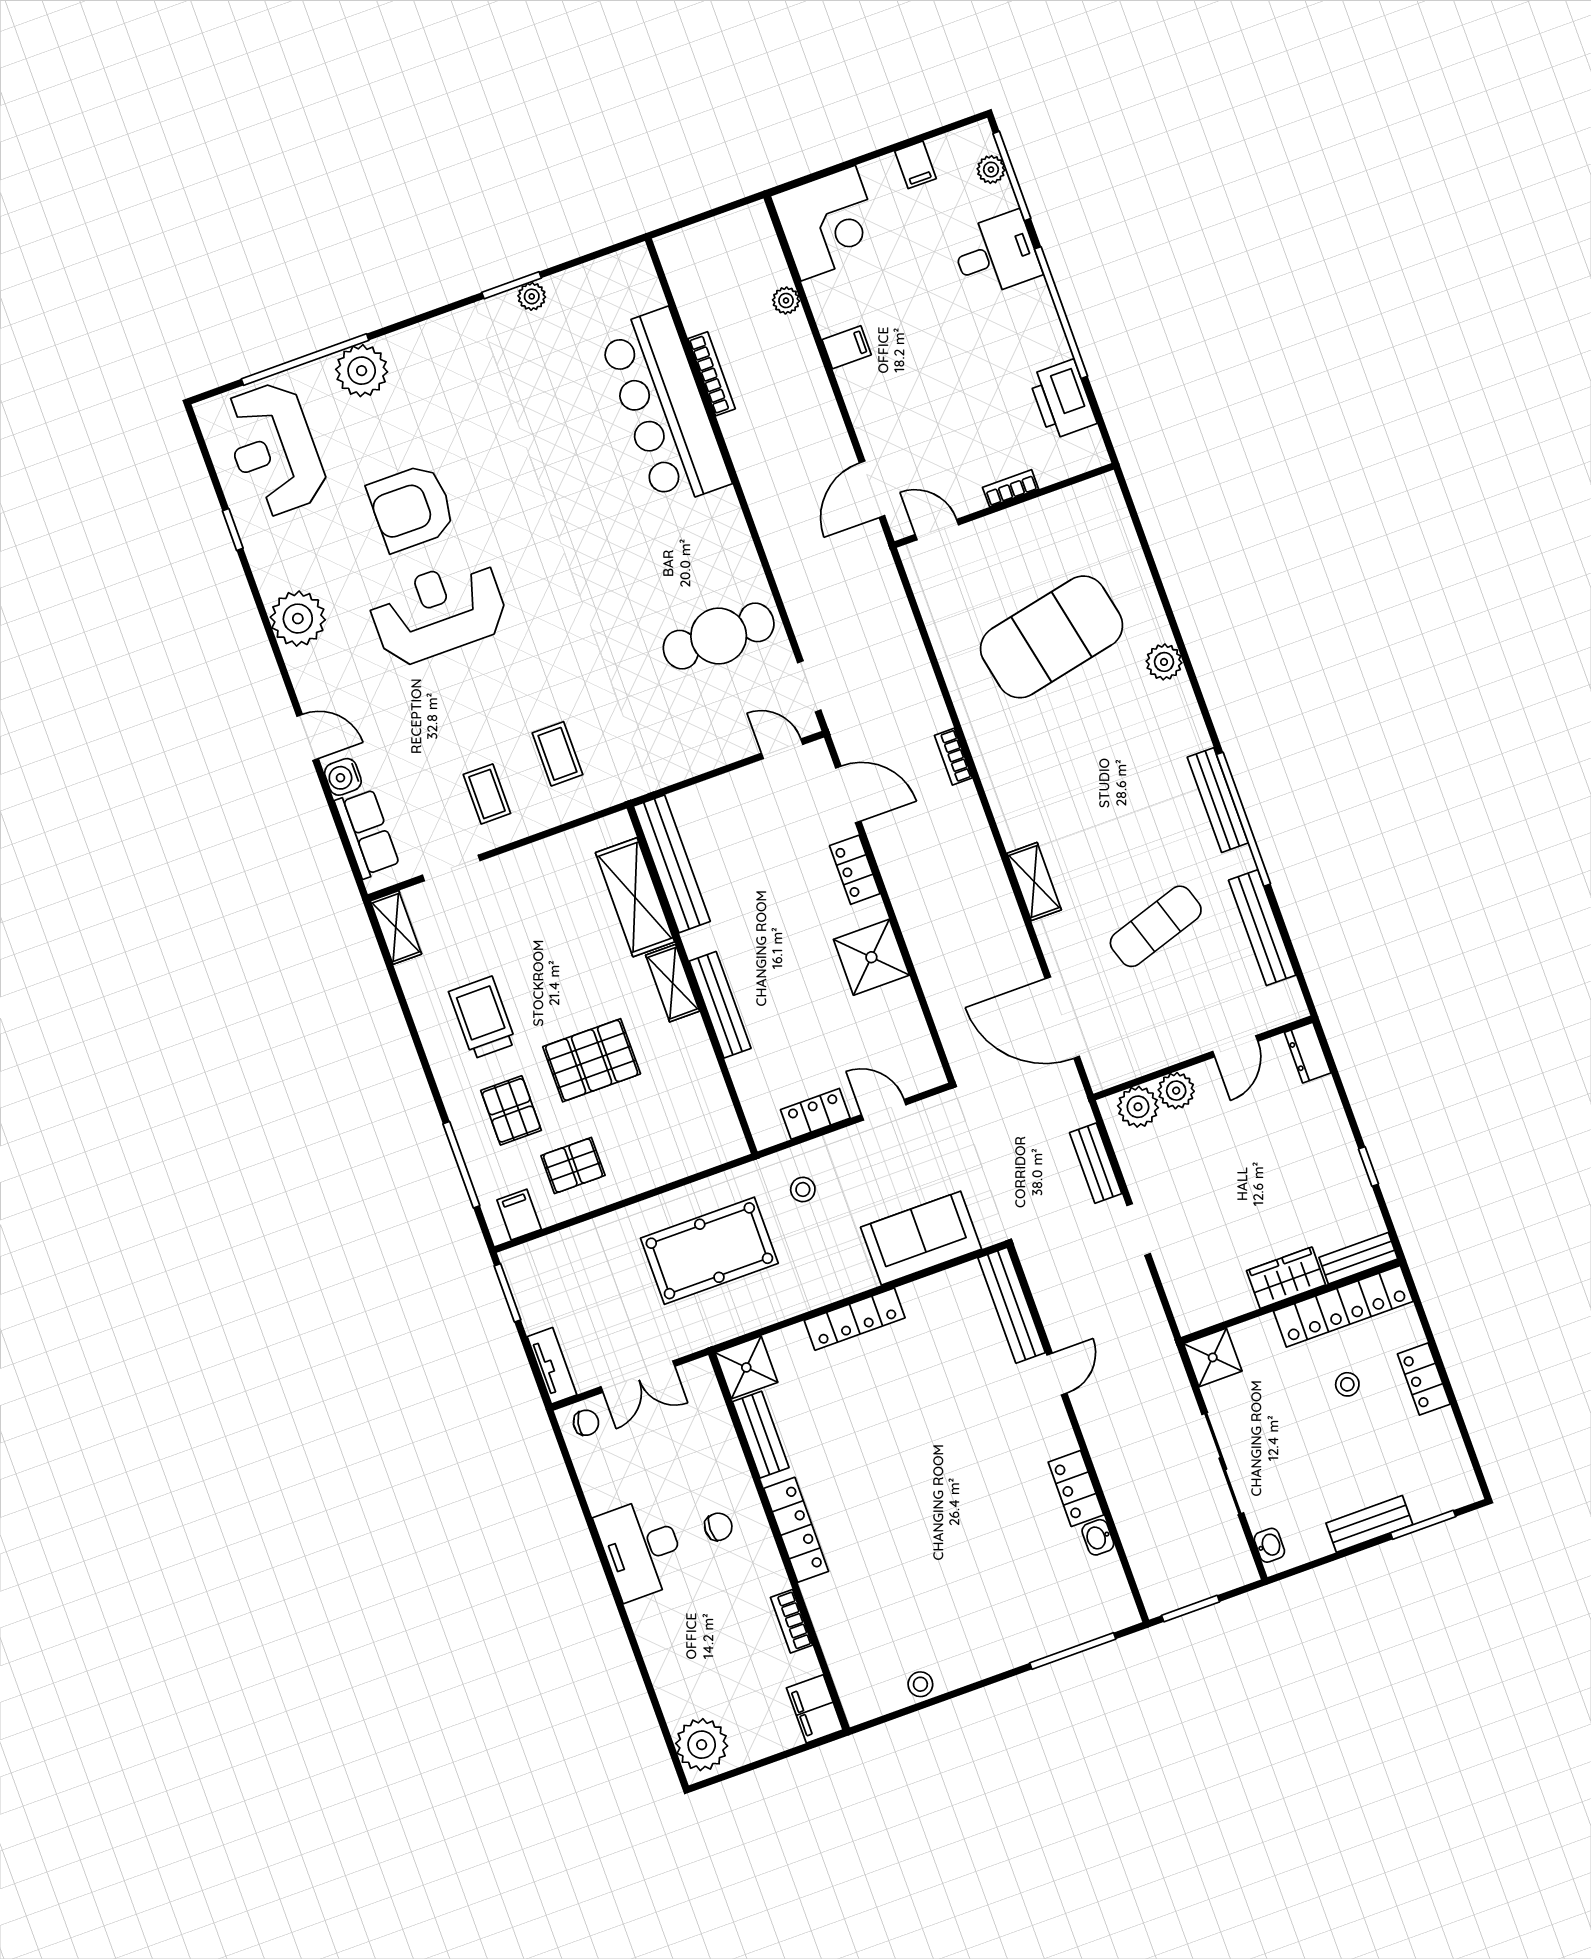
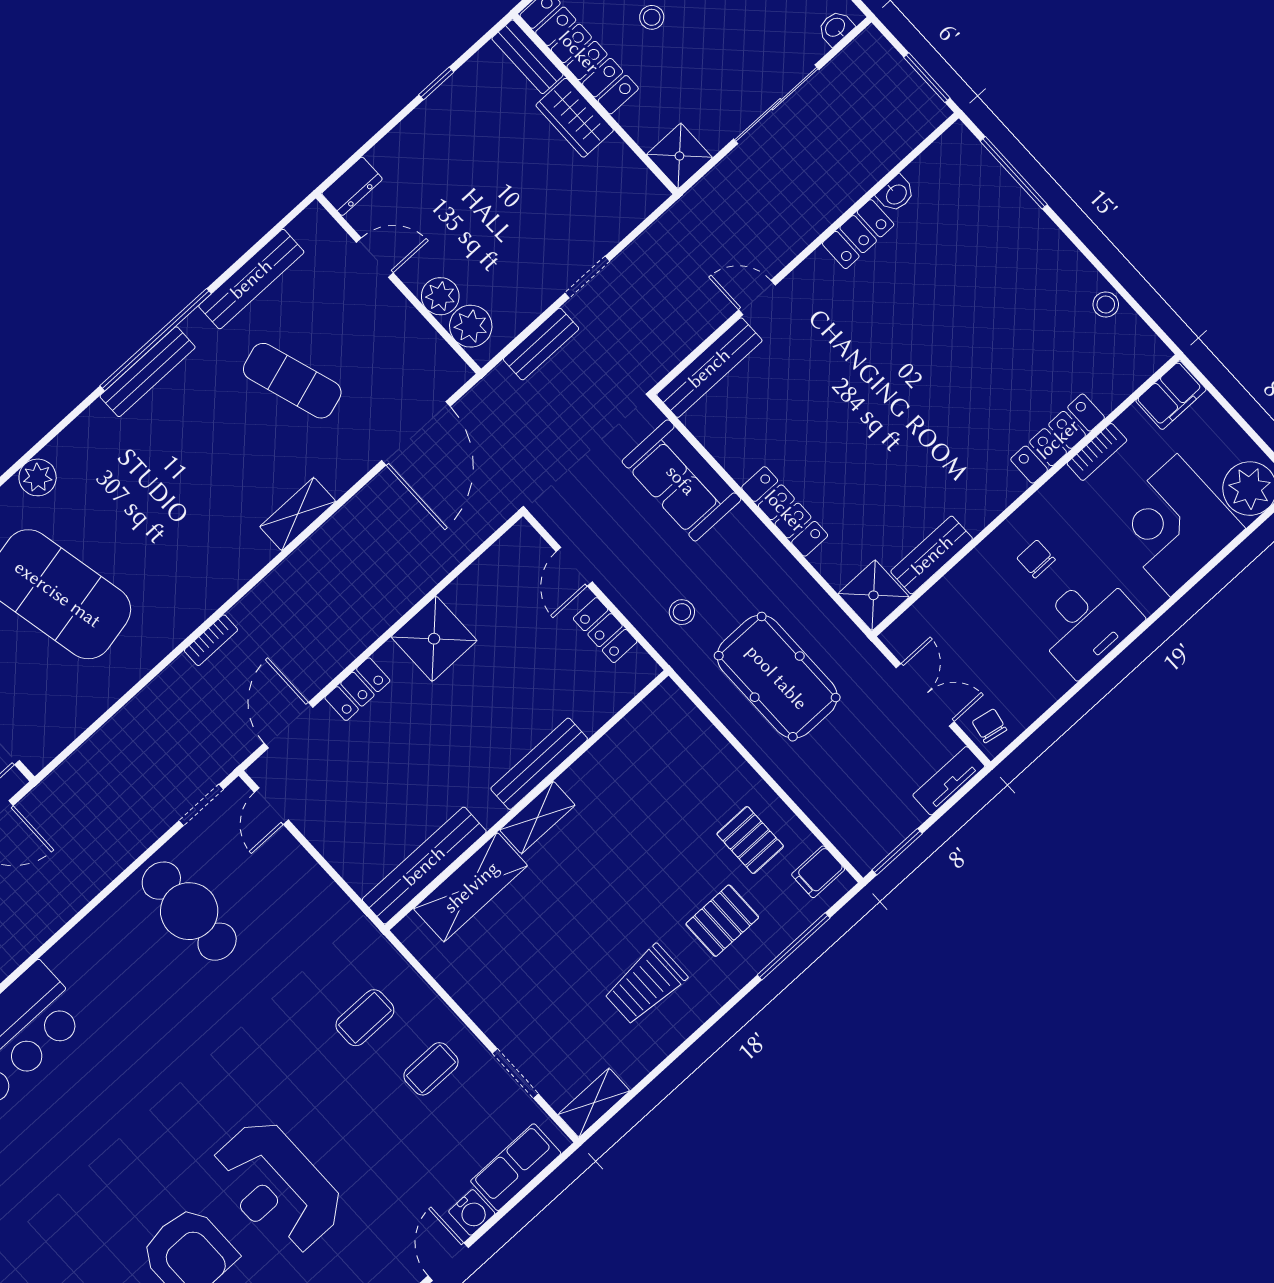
pallet: (592, 1060) -> (643, 864), removed
locker: (796, 1530) -> (1058, 439), moved
corner desk: (697, 1663) -> (1174, 525), added

